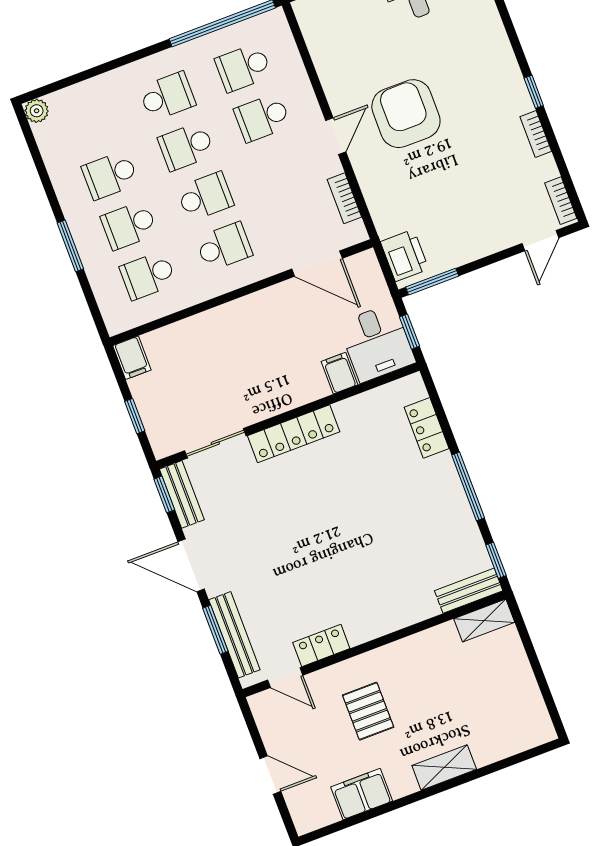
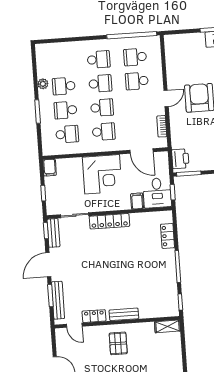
plant: (37, 111) -> (43, 84), moved
school desk: (186, 146) -> (100, 84), turned 180
school desk: (148, 275) -> (67, 134), turned 180
corner desk: (248, 338) -> (102, 174), added
door: (191, 565) -> (48, 265), hinge flipped
bench: (469, 591) -> (124, 314), moved
pallet: (368, 711) -> (118, 343), moved

